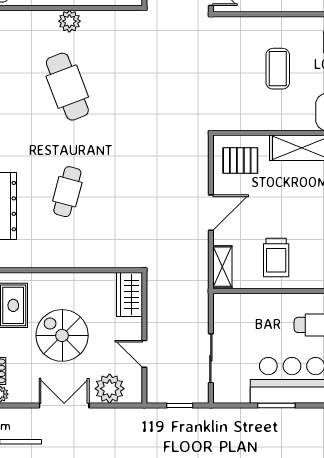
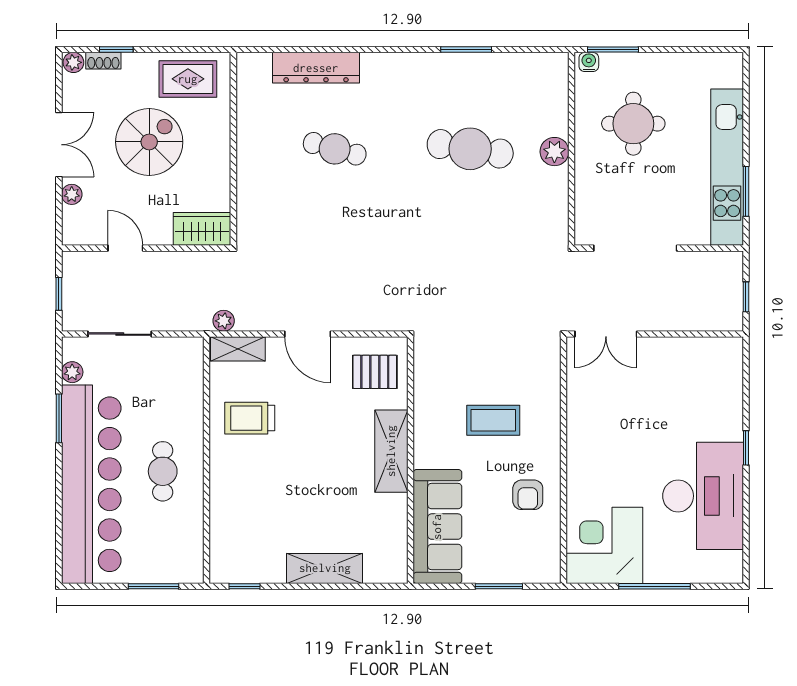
cafe table: (67, 87) -> (470, 149), turned 30
pallet: (240, 160) -> (375, 372), turned 90
plant: (201, 278) -> (224, 321), added
door: (144, 354) -> (125, 248), hinge flipped
plant: (110, 389) -> (72, 194), width x0.53, depth x0.53
plant: (240, 395) -> (72, 372), added

